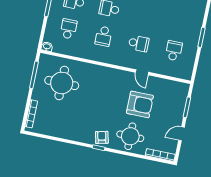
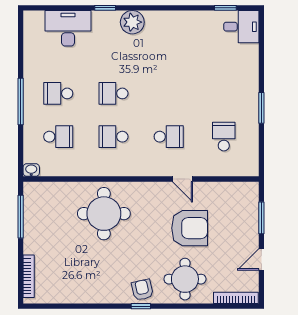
school desk: (68, 29) -> (58, 137), turned 90
school desk: (104, 36) -> (113, 137), turned 90
round table: (62, 83) -> (104, 214), moved

